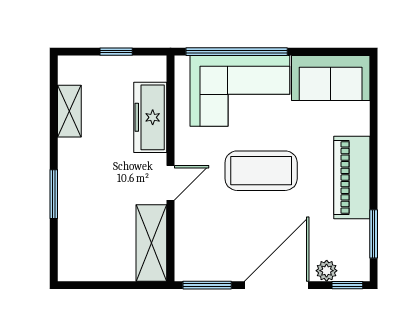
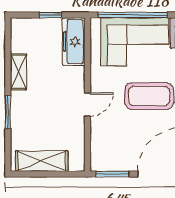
shelving: (69, 111) -> (18, 72), moved
freezer: (150, 117) -> (74, 42), moved
shelving: (151, 243) -> (42, 161), moved, turned 90

